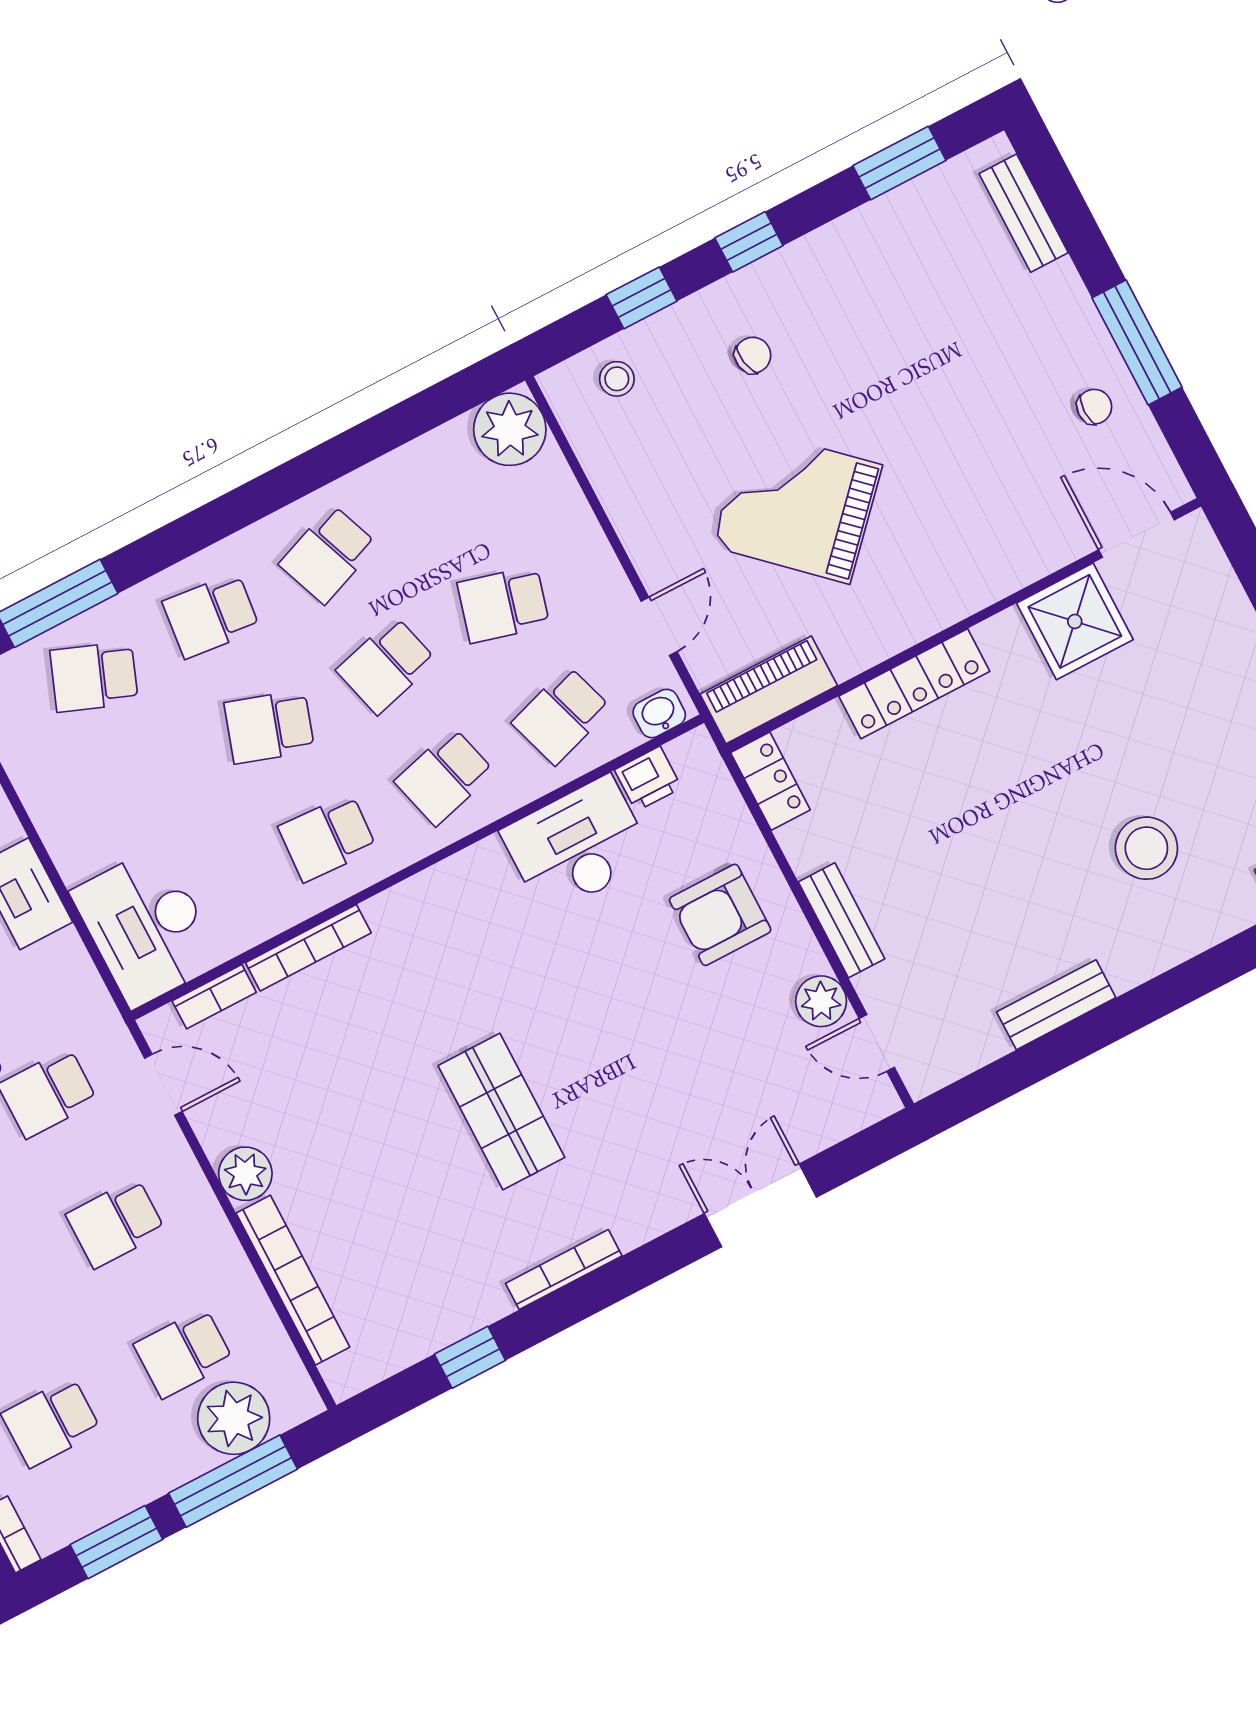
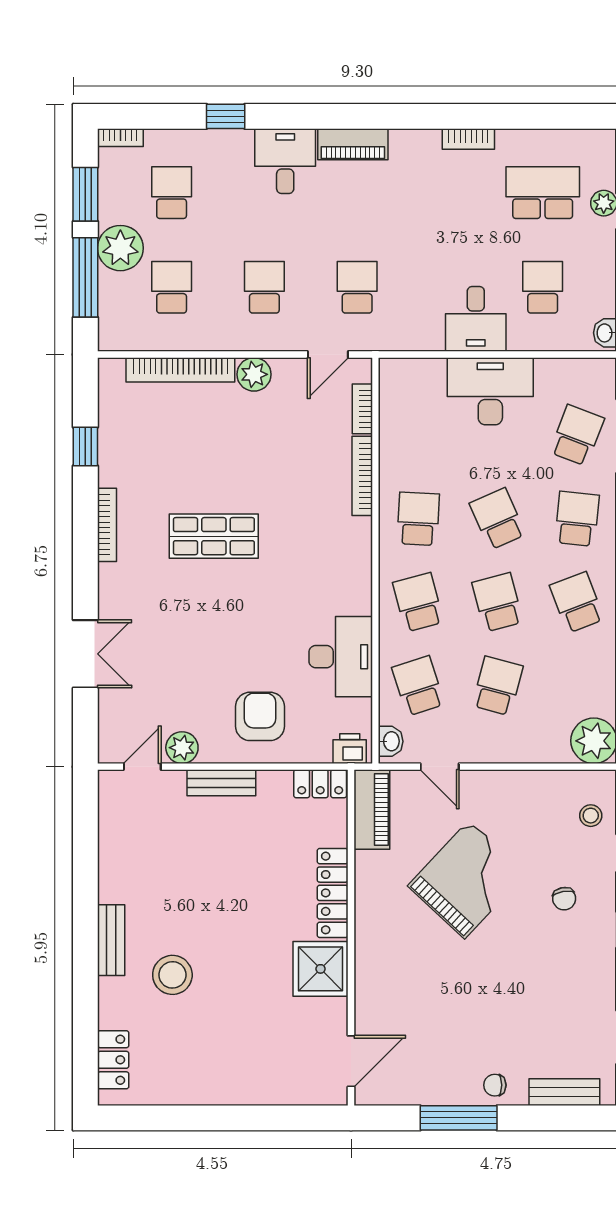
chair: (1094, 407) -> (495, 1085), moved, turned 90
shower: (1075, 621) -> (321, 969), moved
school desk: (269, 727) -> (498, 519), turned -42
printer: (648, 779) -> (350, 749), moved, turned 90
desk: (146, 927) -> (490, 391), moved
bench: (1056, 1005) -> (111, 940), moved
plant: (234, 1418) -> (120, 248), moved

